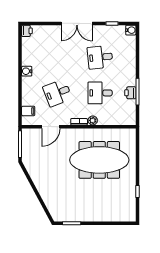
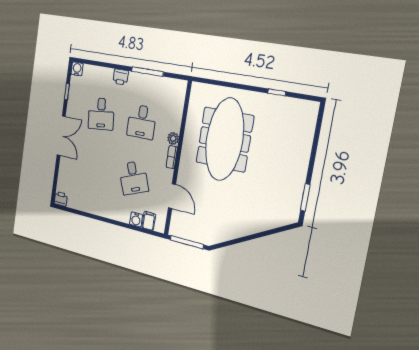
water cooler: (27, 71) -> (136, 219), moved
printer: (130, 93) -> (121, 77), moved

